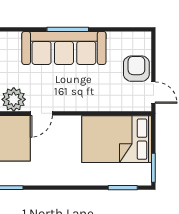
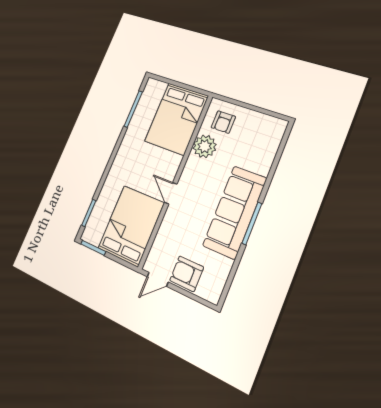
armchair: (136, 69) -> (187, 274), turned 180
door: (41, 113) -> (171, 193), moved

